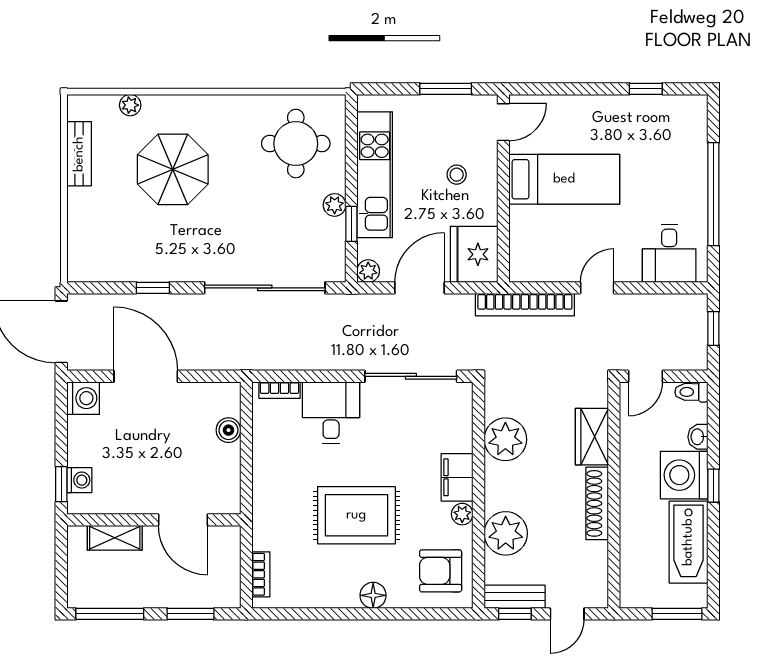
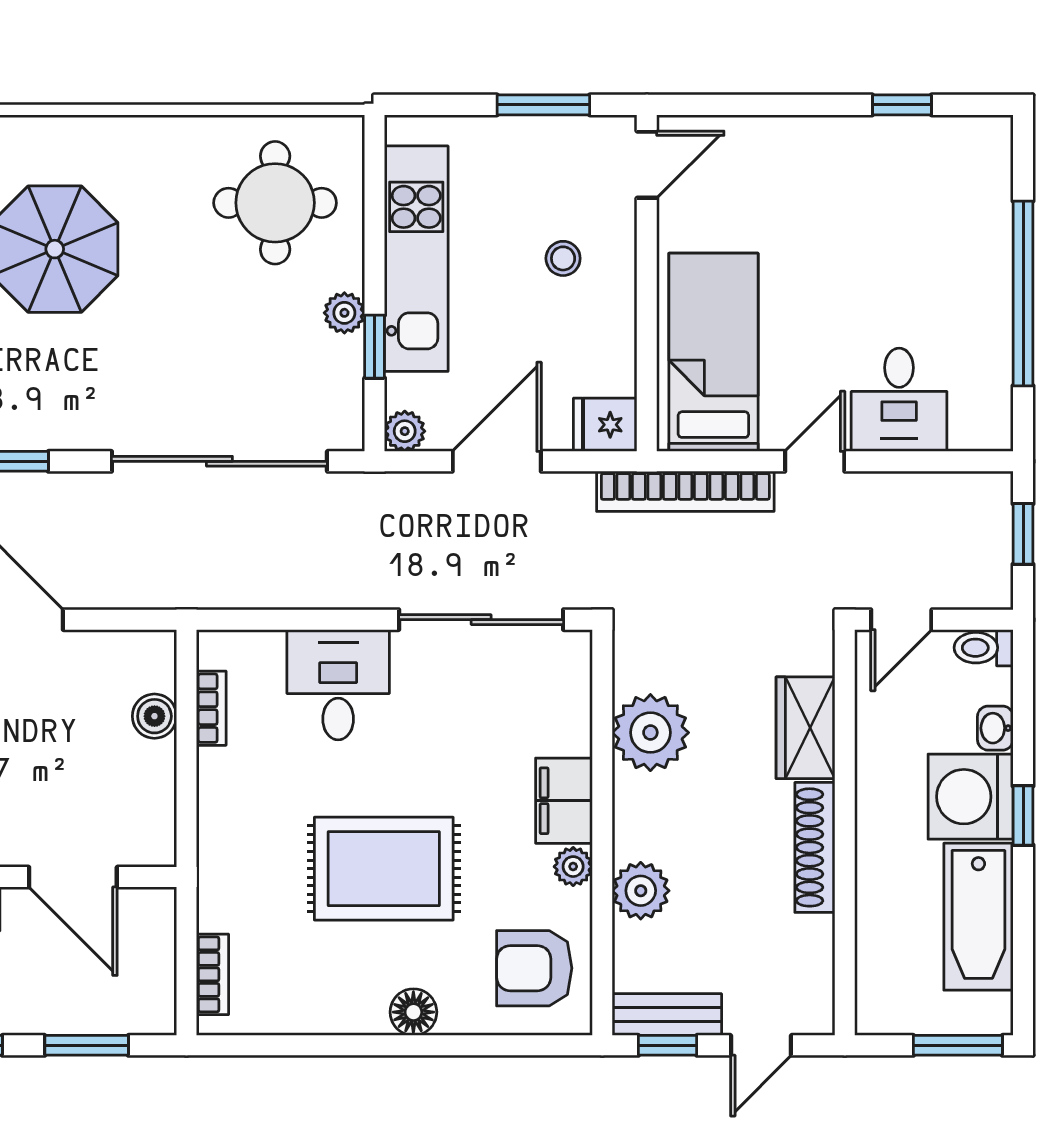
bed: (564, 179) -> (713, 352), moved, turned -90
desk: (669, 253) -> (899, 400), moved
fridge: (474, 254) -> (605, 425), width x0.53, depth x0.75
bookcase: (280, 390) -> (211, 708), moved, turned -90
plant: (506, 533) -> (641, 891), width x0.73, depth x0.73

